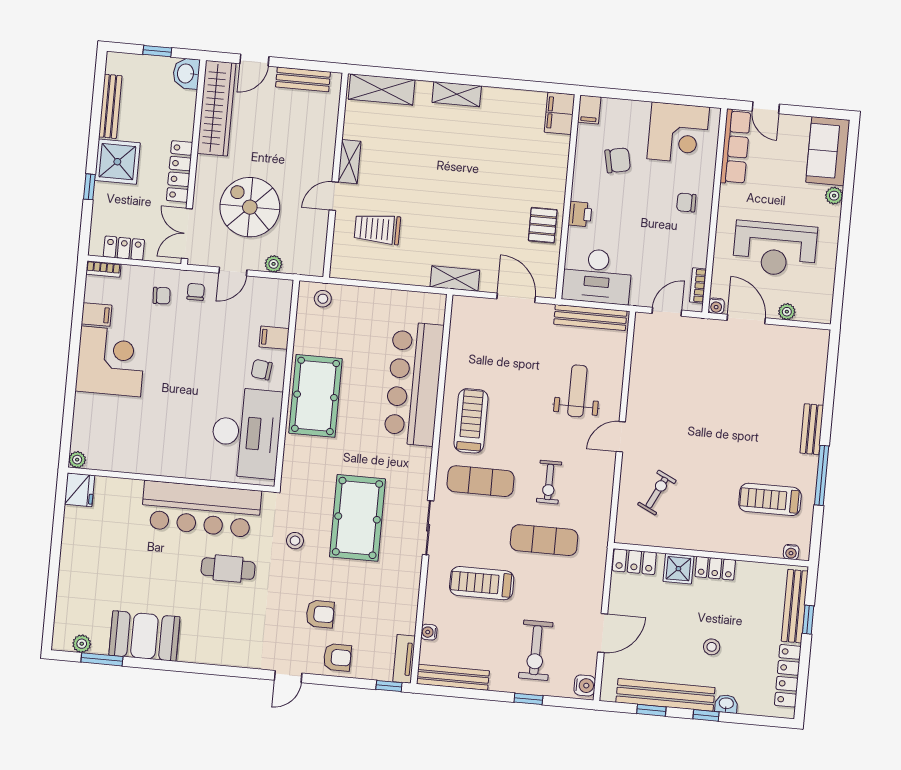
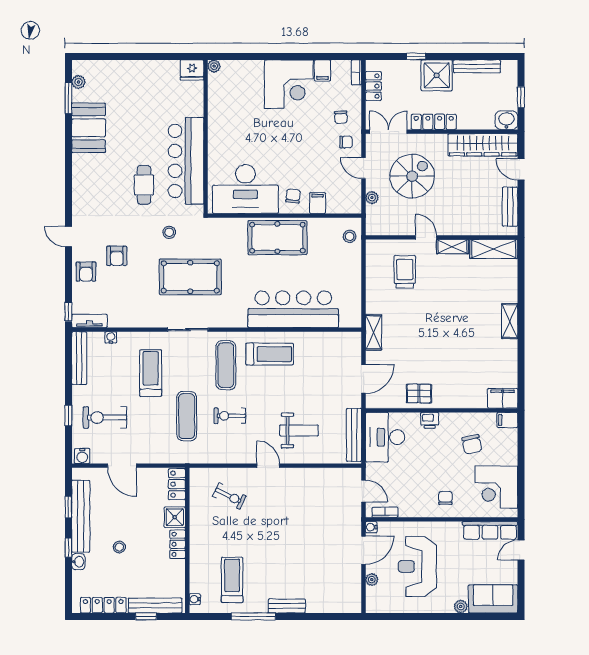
shelving: (382, 89) -> (494, 249), moved, turned 90

